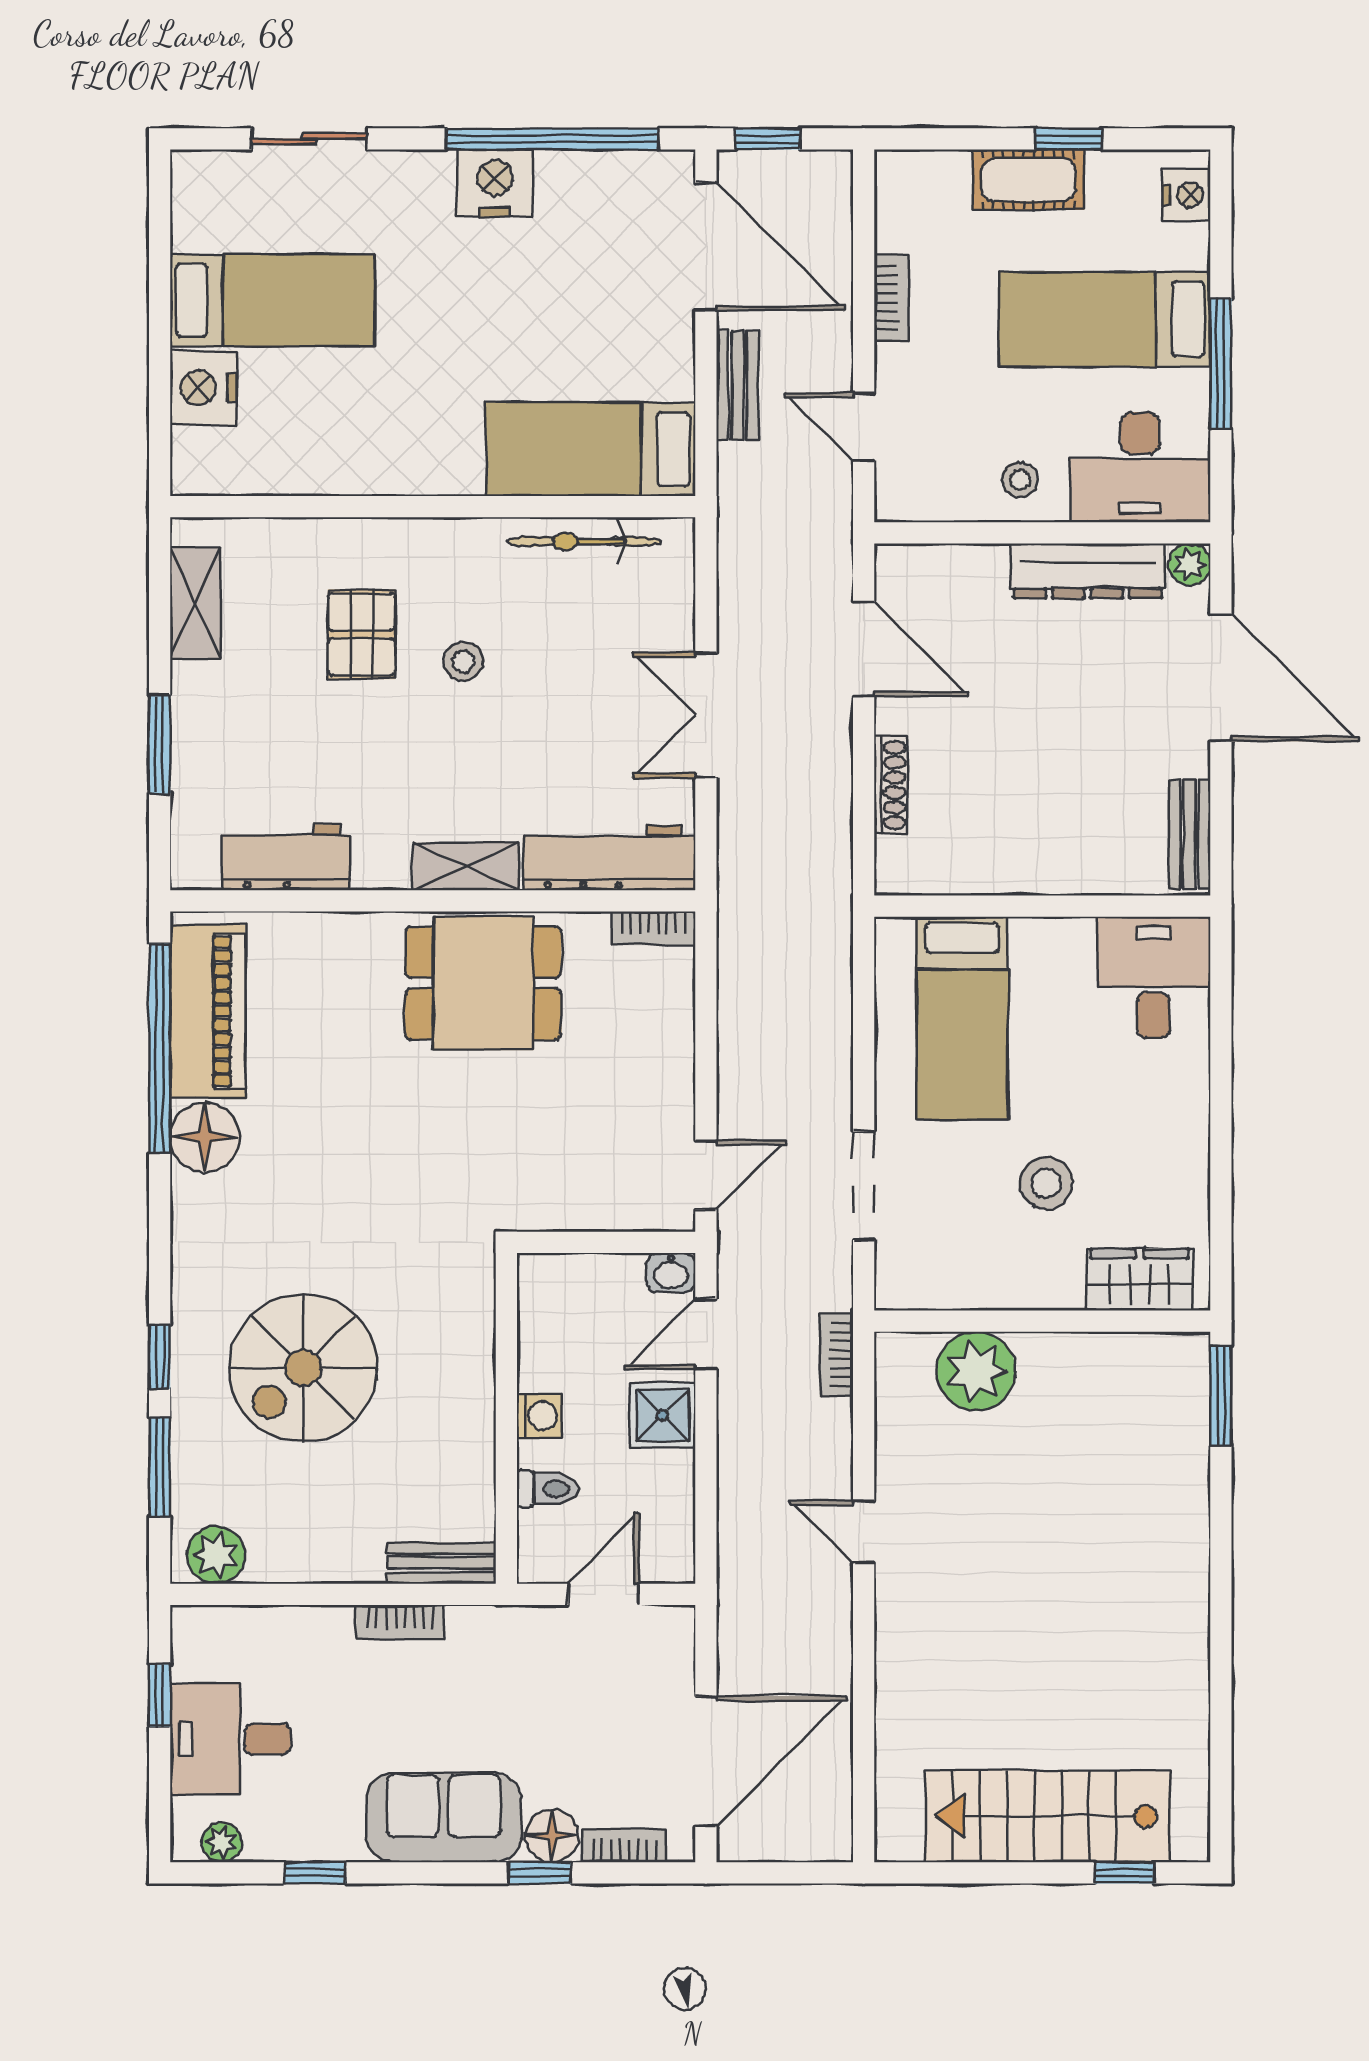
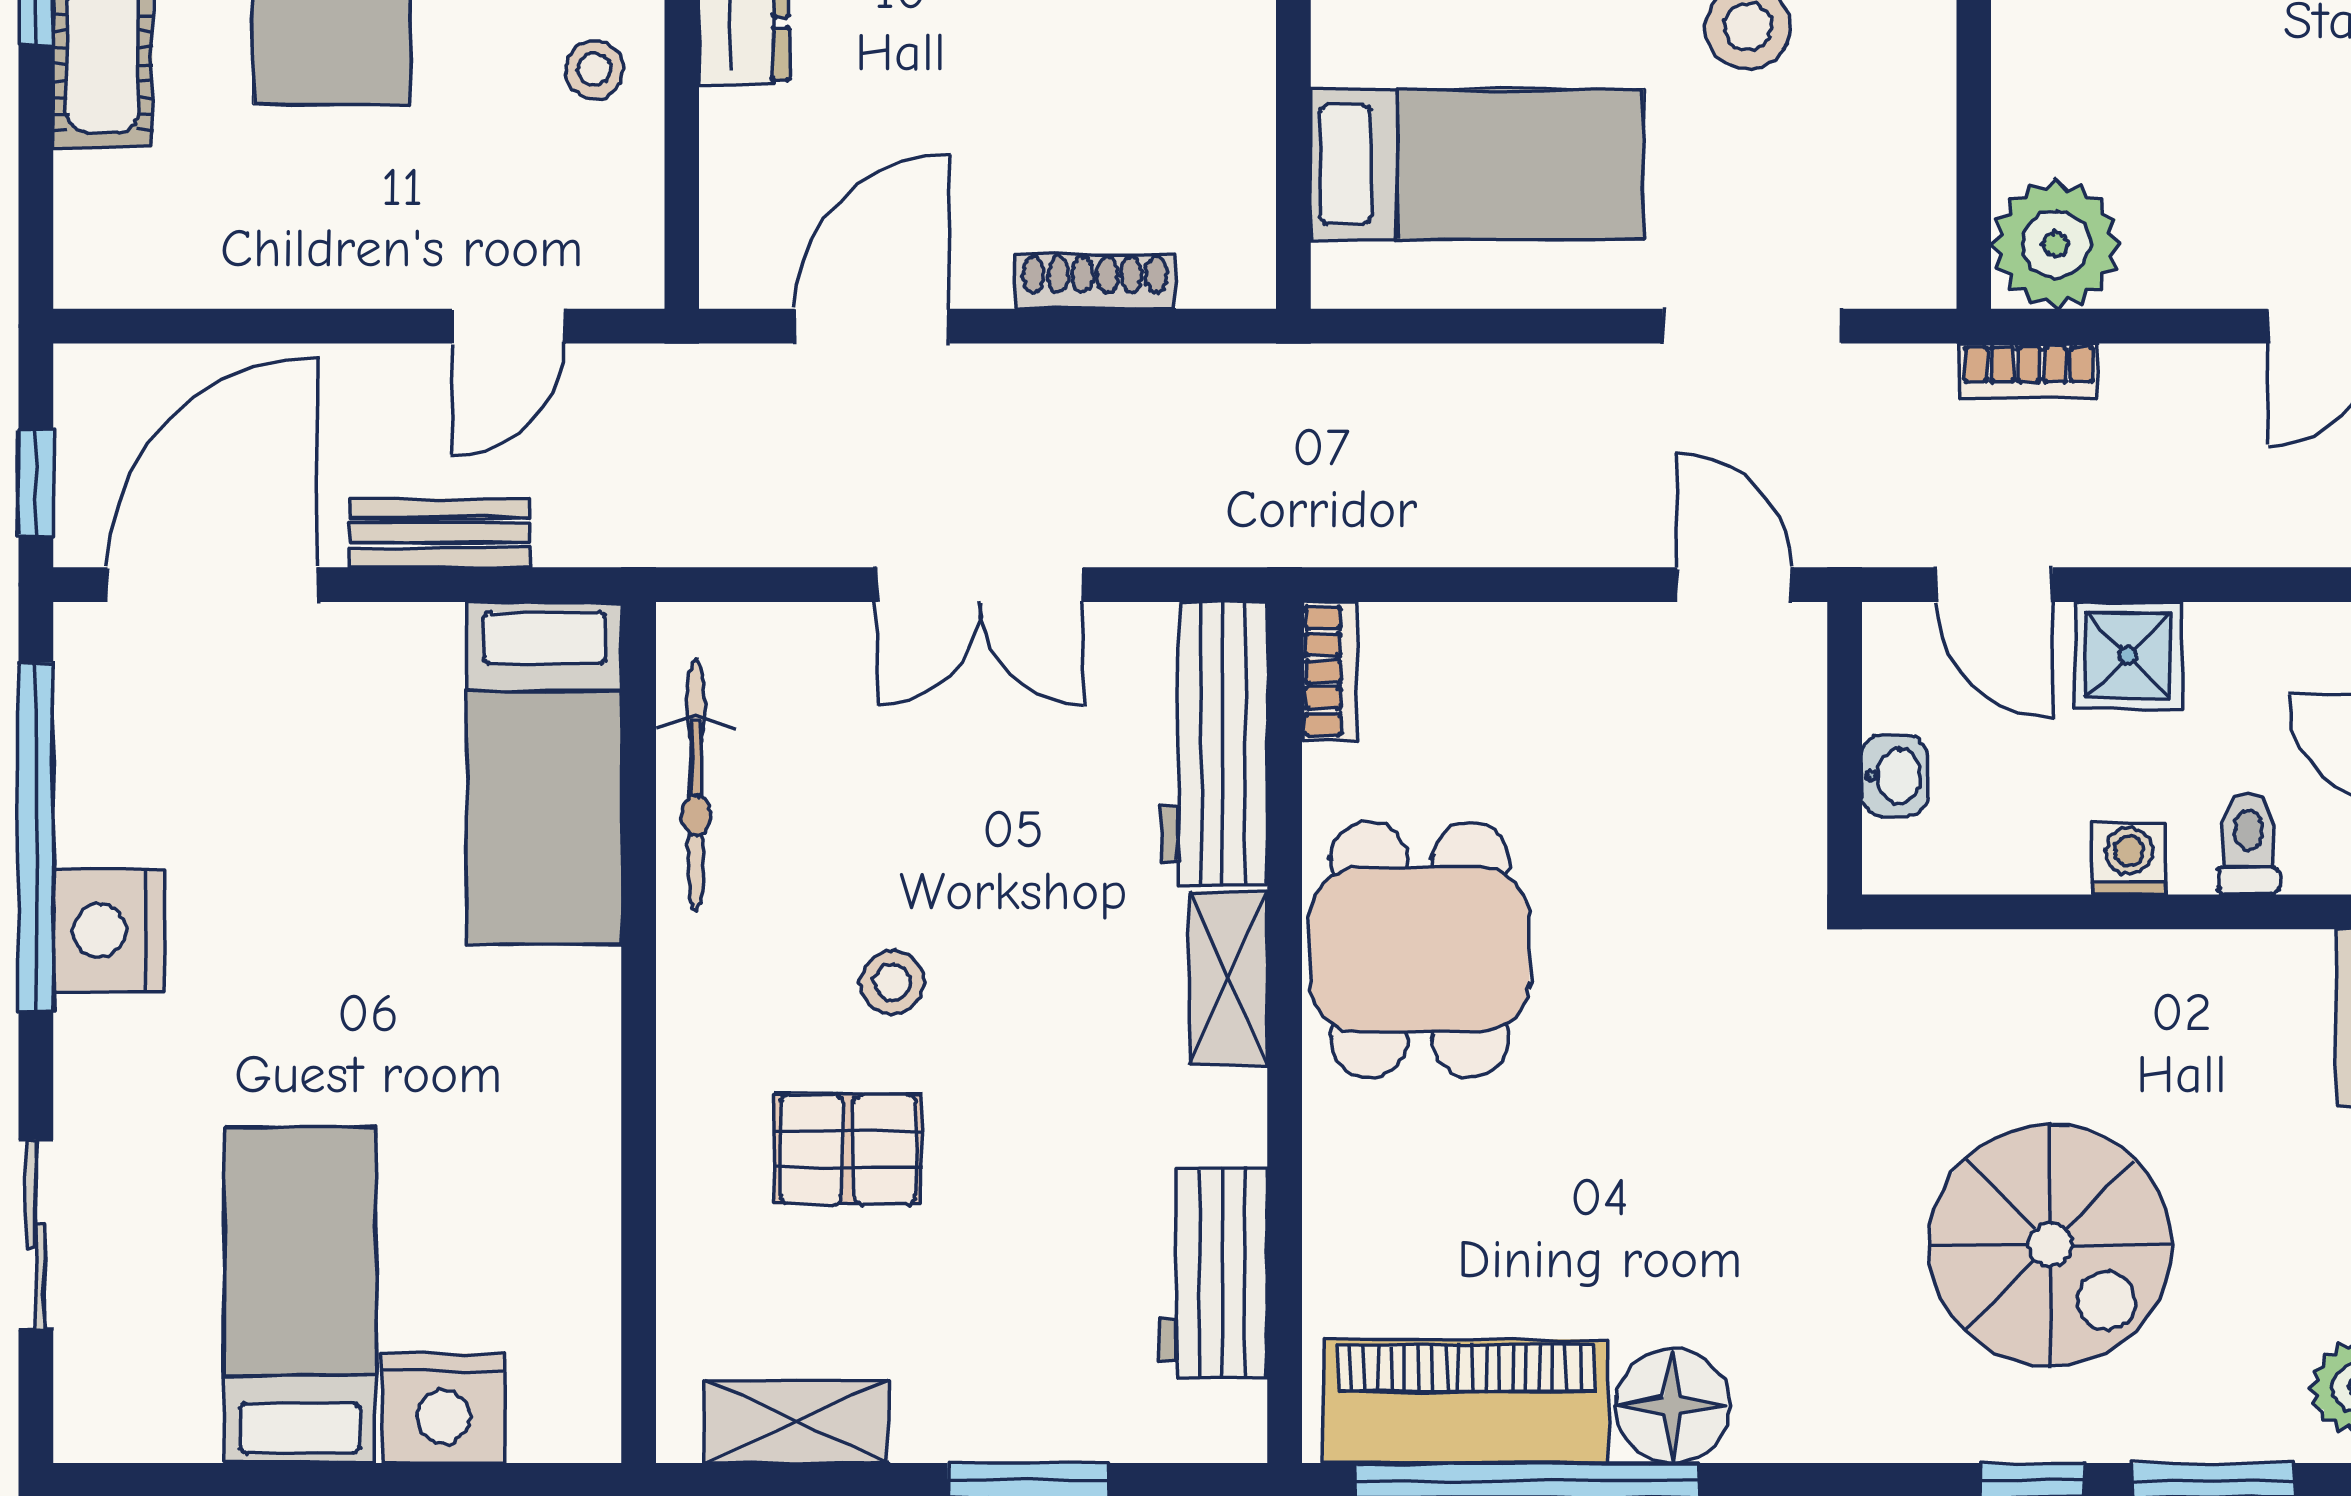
bookcase: (891, 298) -> (296, 281), removed
washbasin: (671, 1273) -> (1894, 776), moved
plant: (976, 1371) -> (2056, 244), moved

